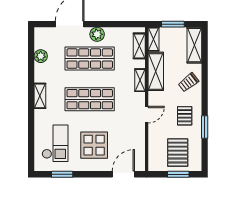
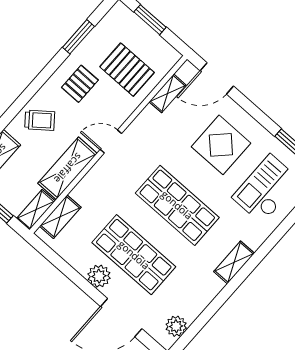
plant: (41, 56) -> (176, 326), moved
shelving: (140, 80) -> (168, 93), moved
door: (147, 115) -> (111, 142), moved
window: (205, 127) -> (78, 37), moved
pallet: (178, 153) -> (127, 70), moved, turned 90

